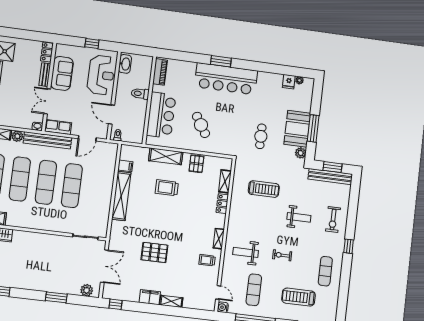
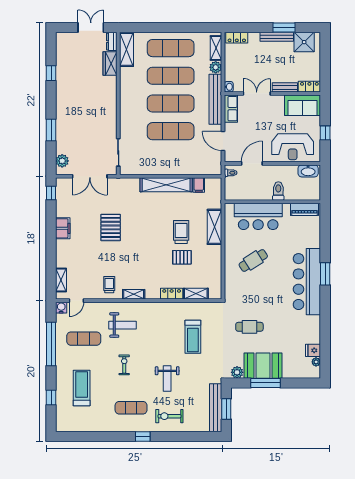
sofa: (62, 73) -> (303, 105), moved
pallet: (196, 164) -> (182, 257), moved
weight bench: (246, 252) -> (122, 325), turned 90
exercise mat: (325, 271) -> (131, 408), moved
shelving: (171, 301) -> (61, 280), moved

